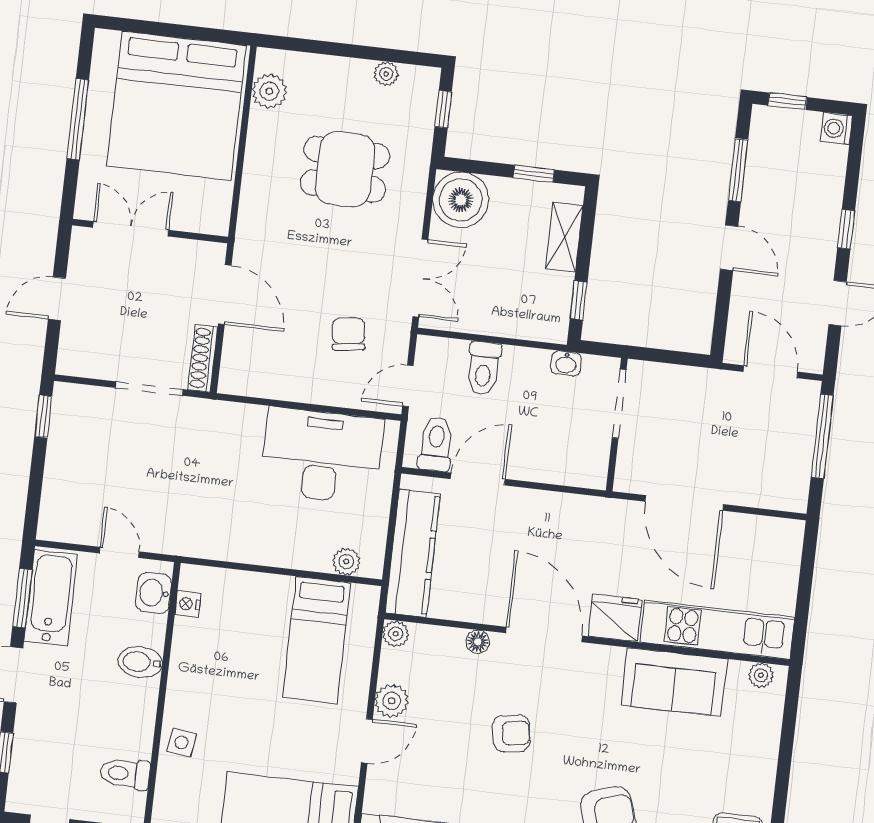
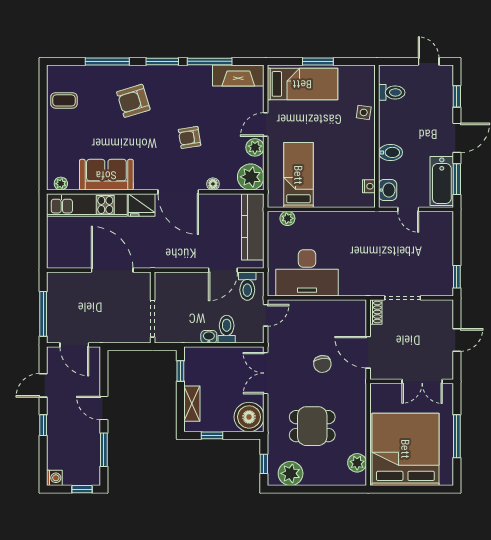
plant: (386, 74) -> (291, 473), width x1.88, depth x1.88
chair: (348, 334) -> (322, 364), moved
shoe rack: (203, 358) -> (376, 312), width x0.70
washbasin: (566, 363) -> (209, 337), moved
plant: (396, 634) -> (251, 177), width x1.88, depth x1.88

